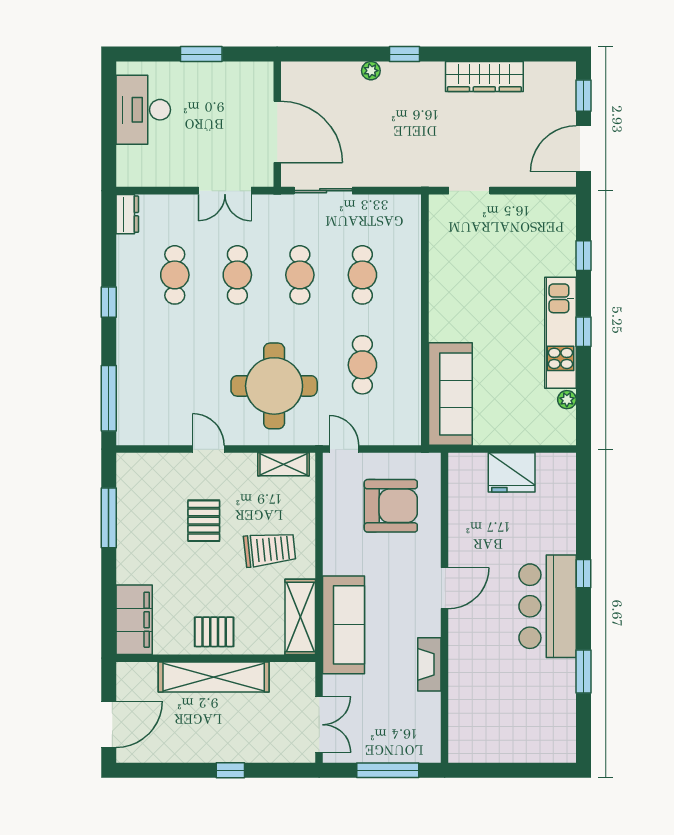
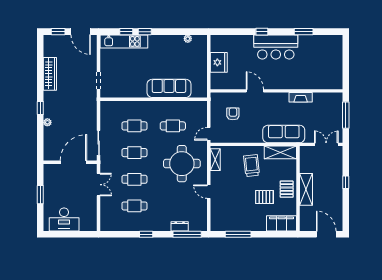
dresser: (127, 214) -> (180, 226), moved
window: (584, 332) -> (145, 32), moved
kitchen unit: (561, 333) -> (124, 41), moved
sofa: (450, 394) -> (169, 88), moved
door: (208, 449) -> (209, 192), hinge flipped
armchair: (391, 506) -> (233, 114), width x0.53, depth x0.53
pallet: (204, 521) -> (264, 197), moved
door: (445, 588) -> (255, 91), moved
shelving: (214, 677) -> (306, 189), width x0.68

